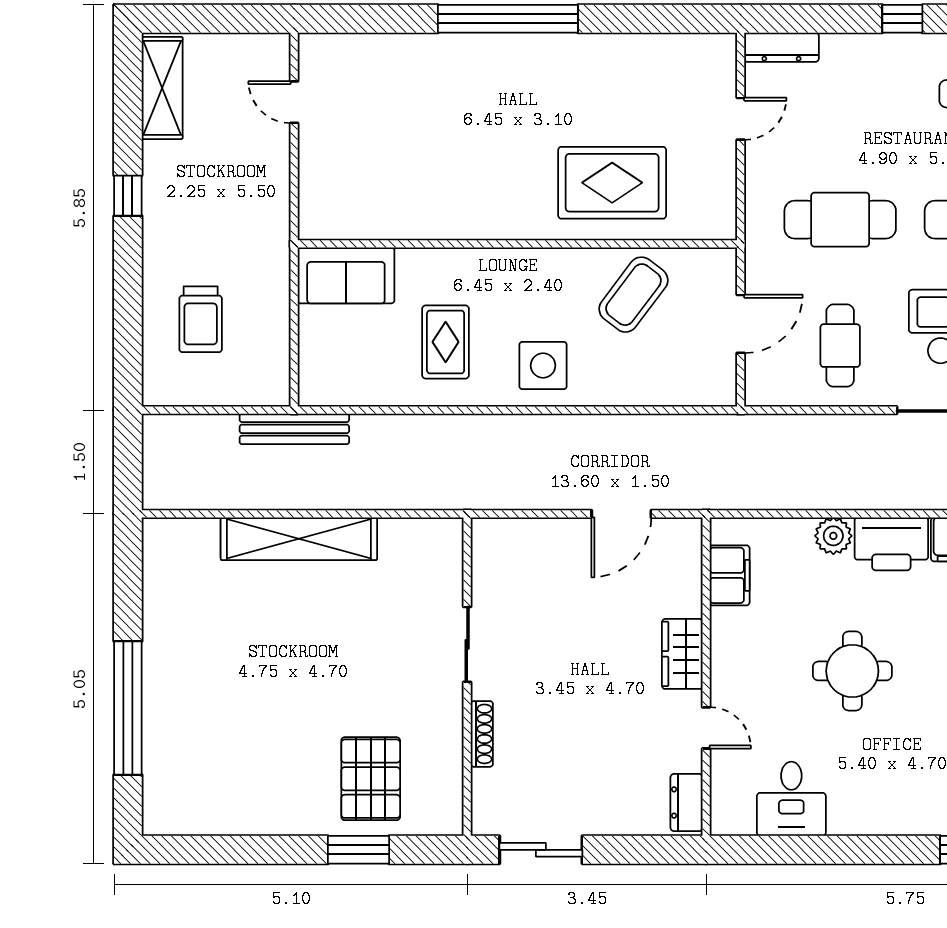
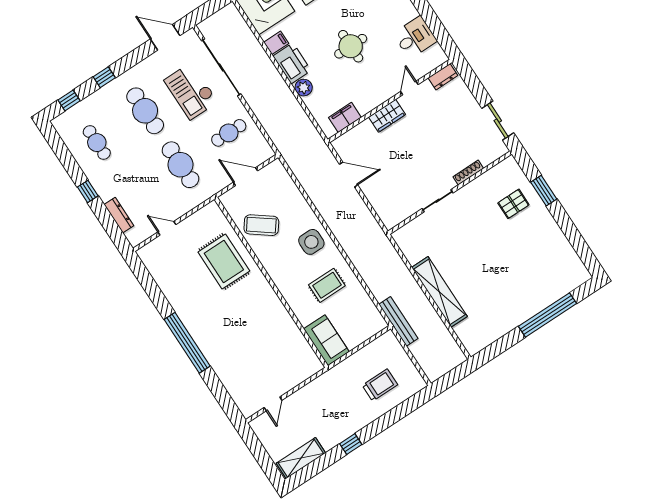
dresser: (781, 47) -> (119, 215), moved
pallet: (371, 779) -> (513, 204), width x0.67, depth x0.71

